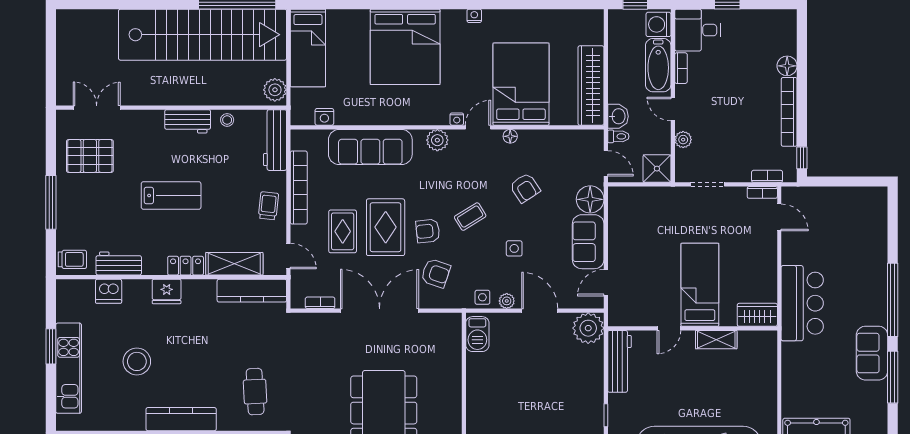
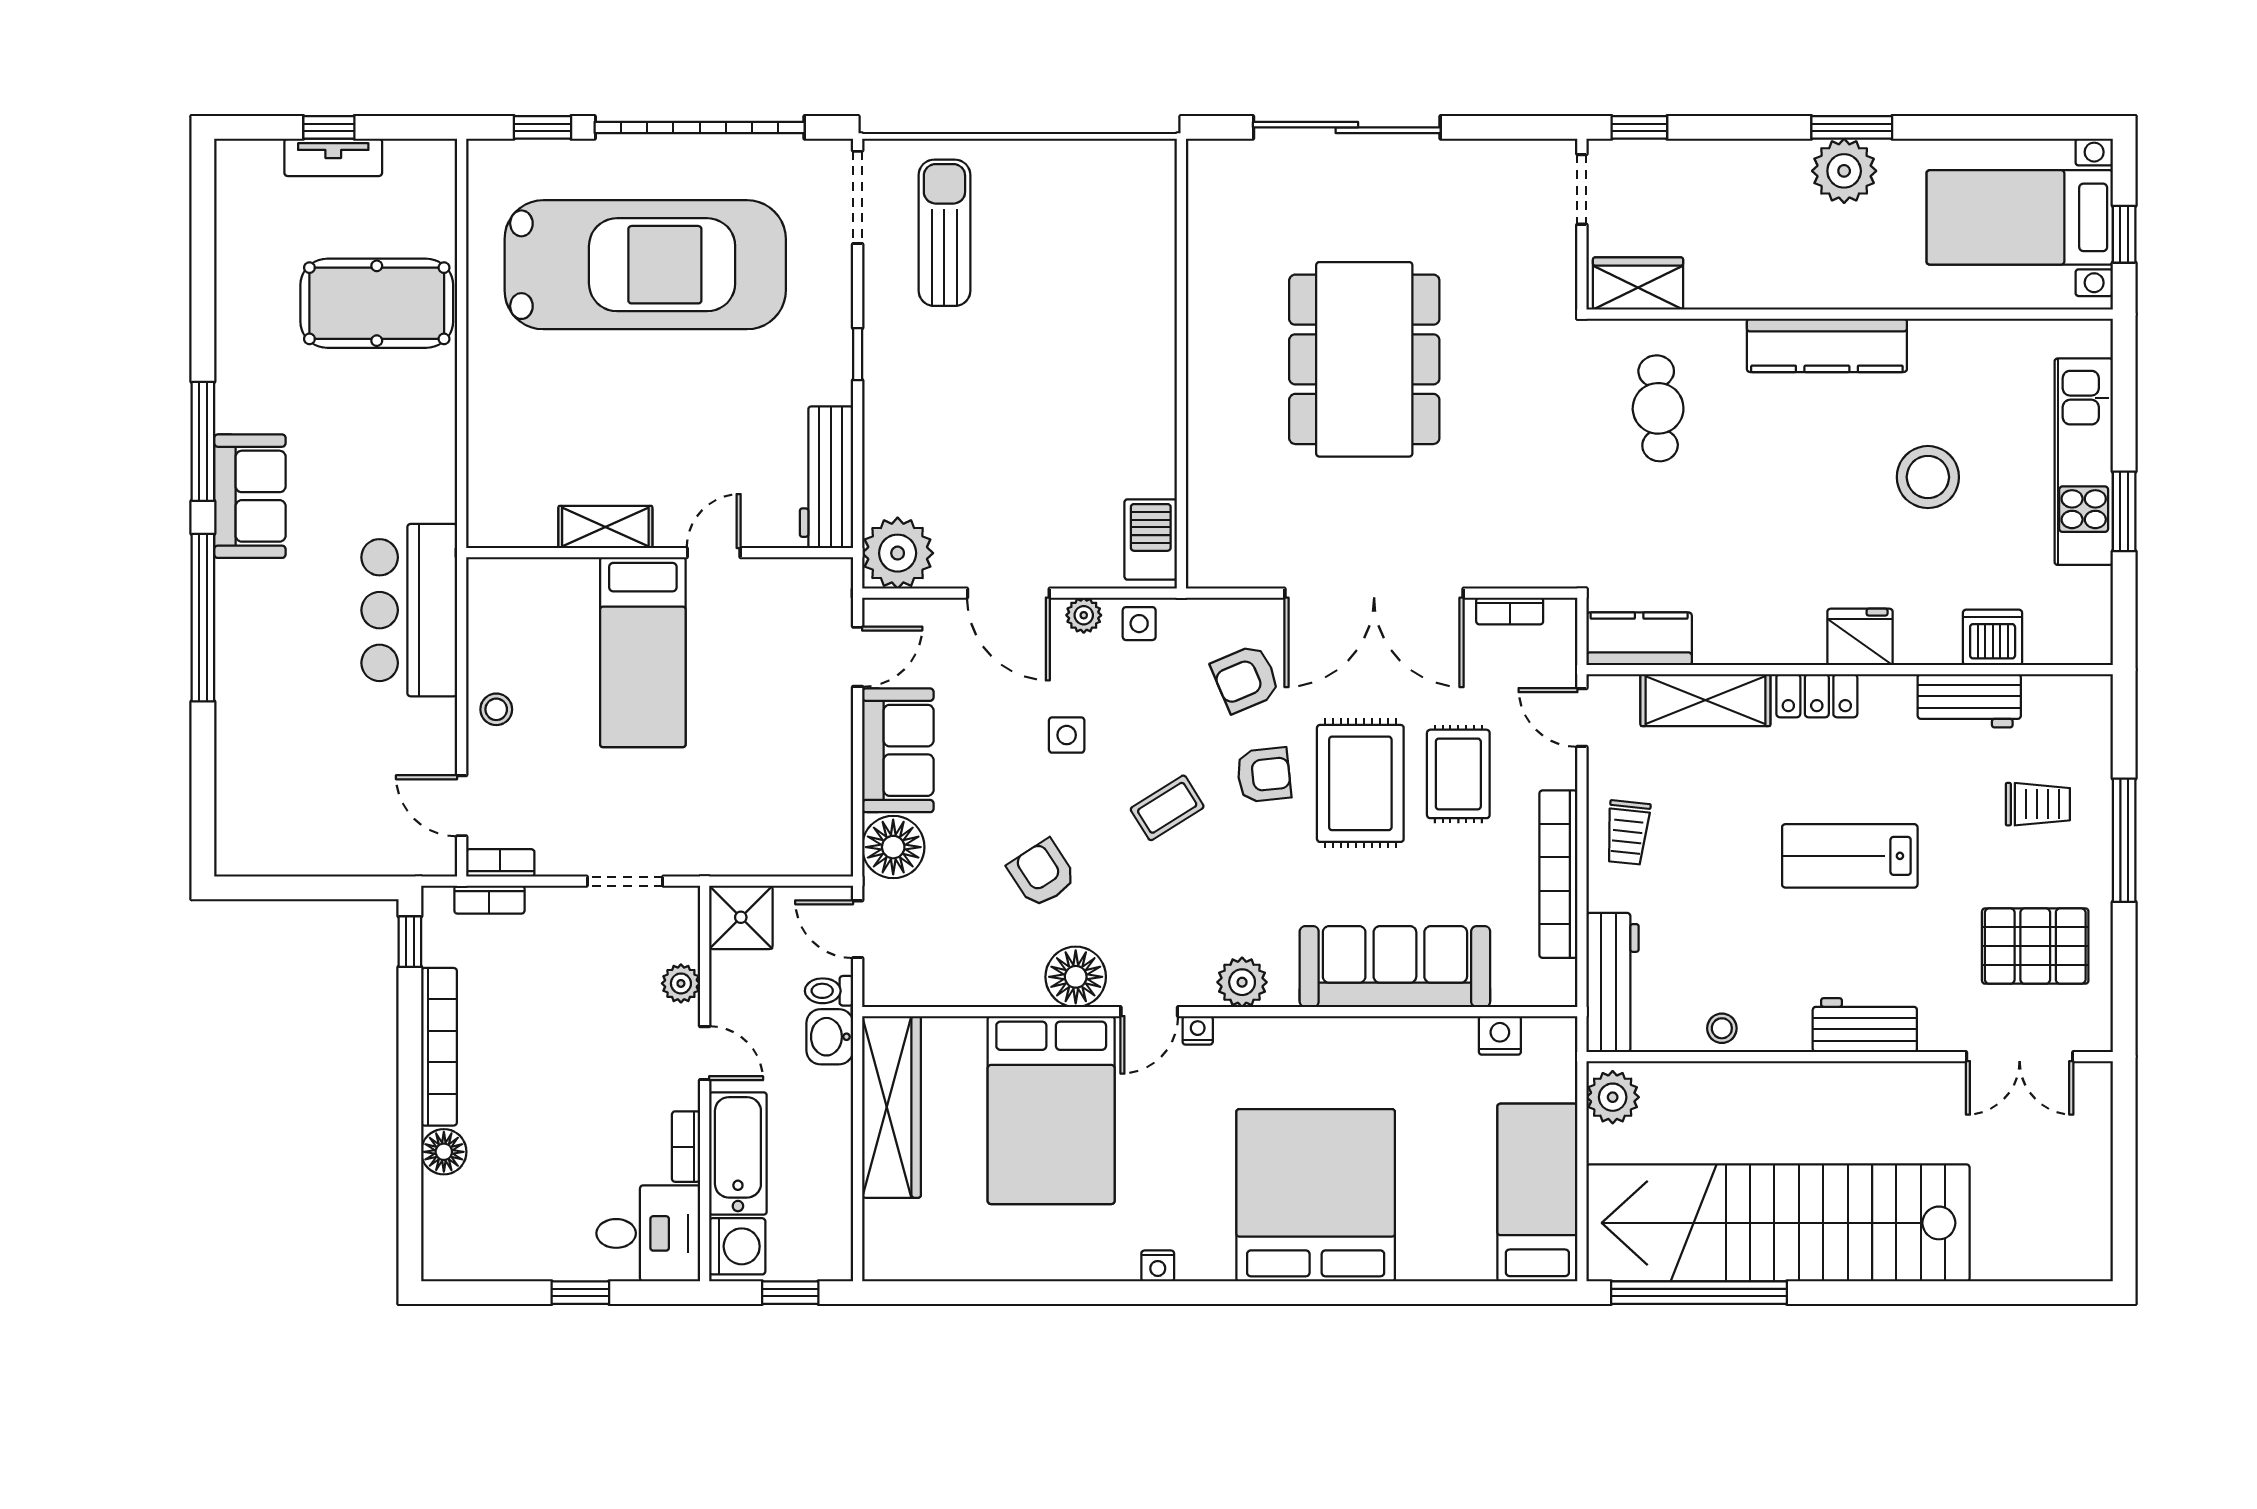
workbench: (188, 121) -> (1865, 1025), moved
floor lamp: (510, 136) -> (1076, 977), width x1.89, depth x1.89
trolley: (72, 259) -> (2038, 804), moved, turned 180
stool: (764, 260) -> (496, 709), added
armchair: (436, 273) -> (1246, 679), turned -42
kitchen counter: (252, 291) -> (1639, 639), width x0.67
wardrobe: (757, 315) -> (512, 584), removed

